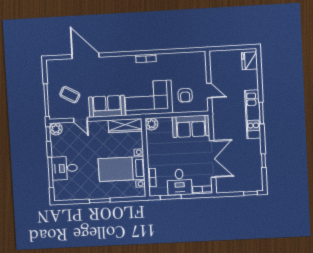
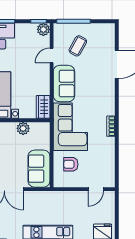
door: (209, 90) -> (96, 189), moved
plant: (152, 124) -> (23, 128), moved
wardrobe: (125, 126) -> (43, 107), width x0.67

